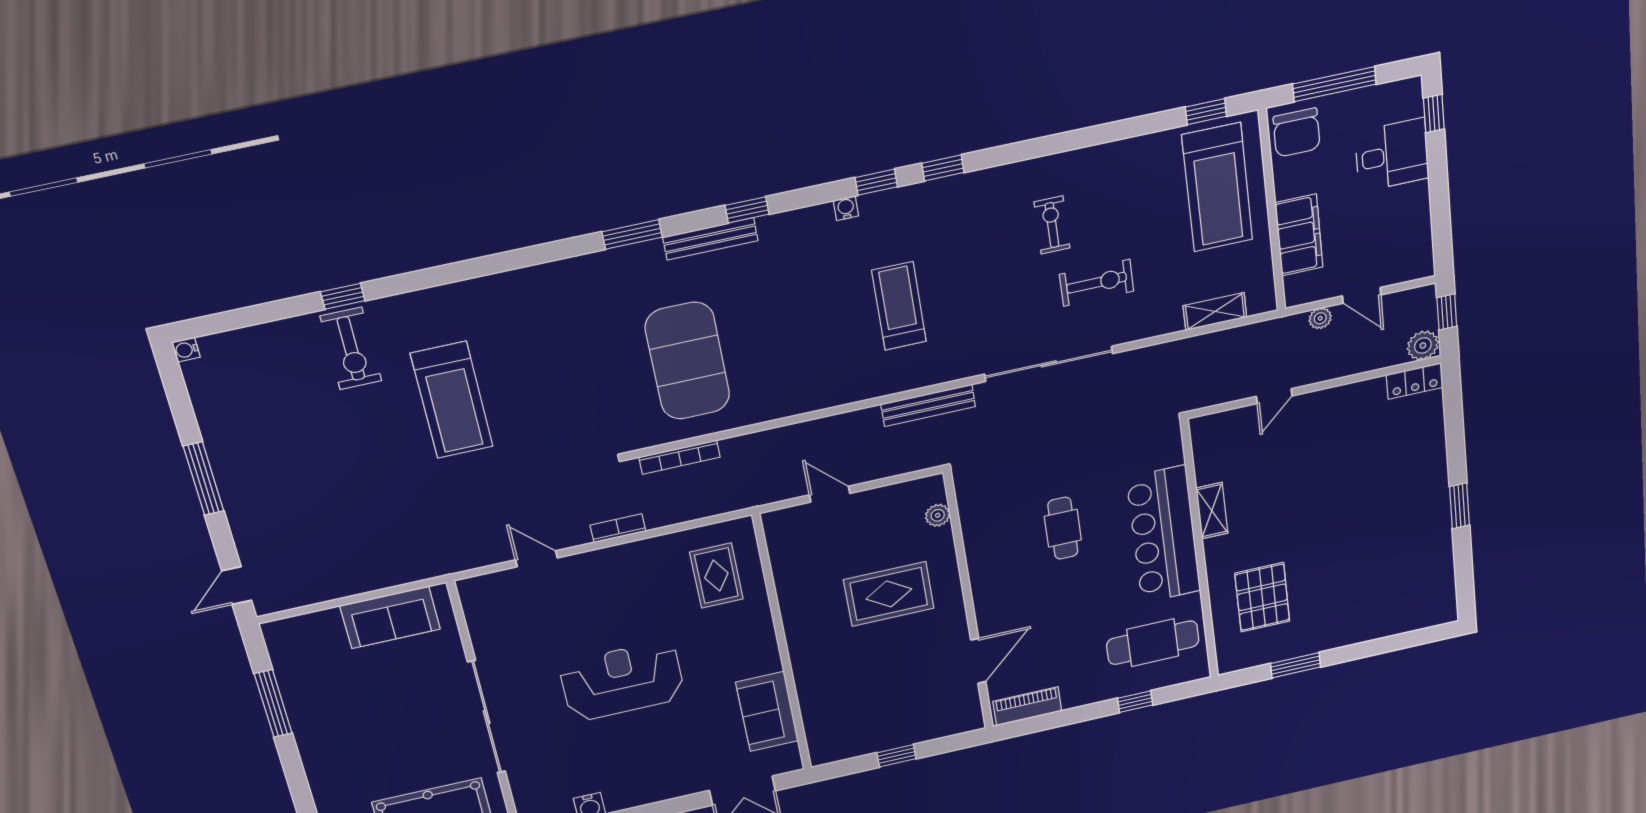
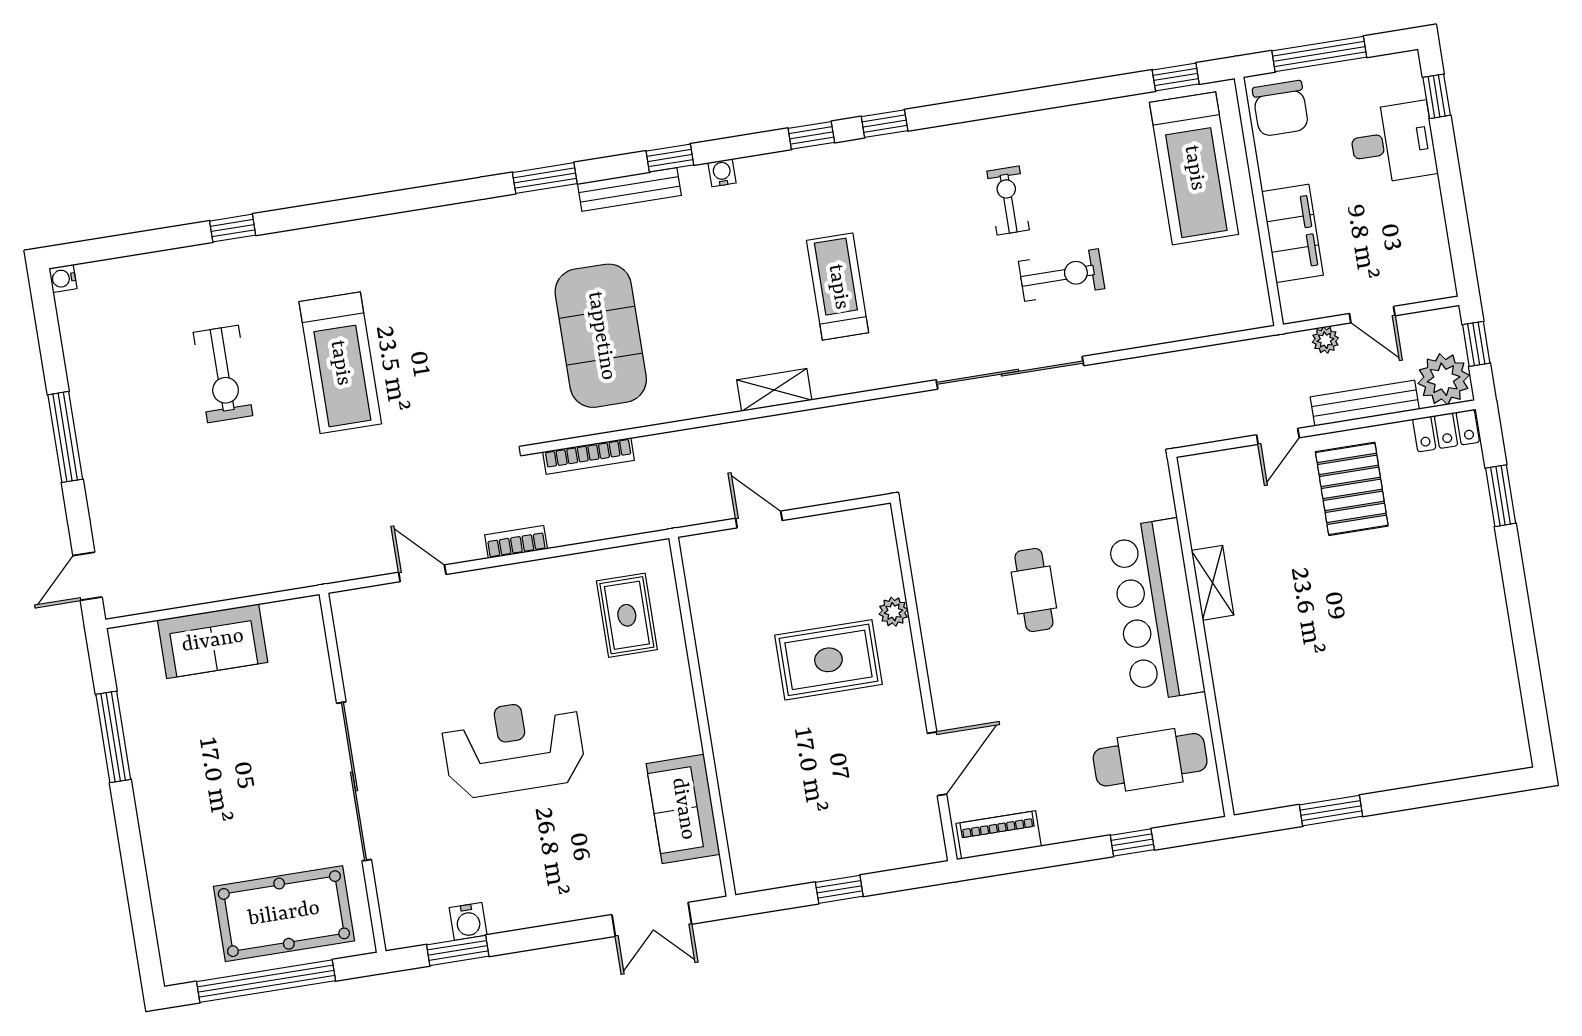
water cooler: (846, 208) -> (722, 173), moved
shelving: (1215, 311) -> (774, 390), moved
plant: (1423, 345) -> (1444, 379), width x1.36, depth x1.36
exercise bike: (351, 349) -> (223, 374), moved
bench: (928, 405) -> (1365, 403), moved
window: (1460, 506) -> (1501, 496), moved
plant: (938, 515) -> (893, 612), moved
pallet: (1262, 597) -> (1352, 489), moved
sofa: (390, 617) -> (213, 641), moved

